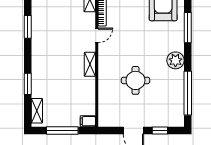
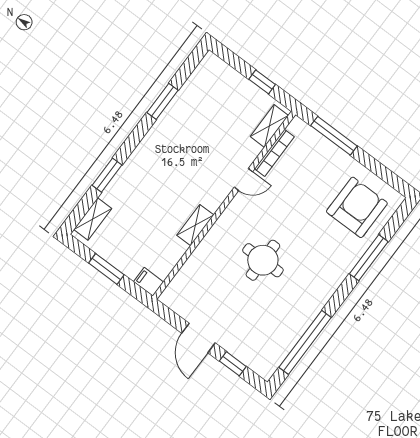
plant: (175, 60) -> (321, 288), removed
shelving: (90, 64) -> (195, 225), moved
round table: (135, 80) -> (263, 260), moved
window: (62, 130) -> (106, 269), width x0.69

